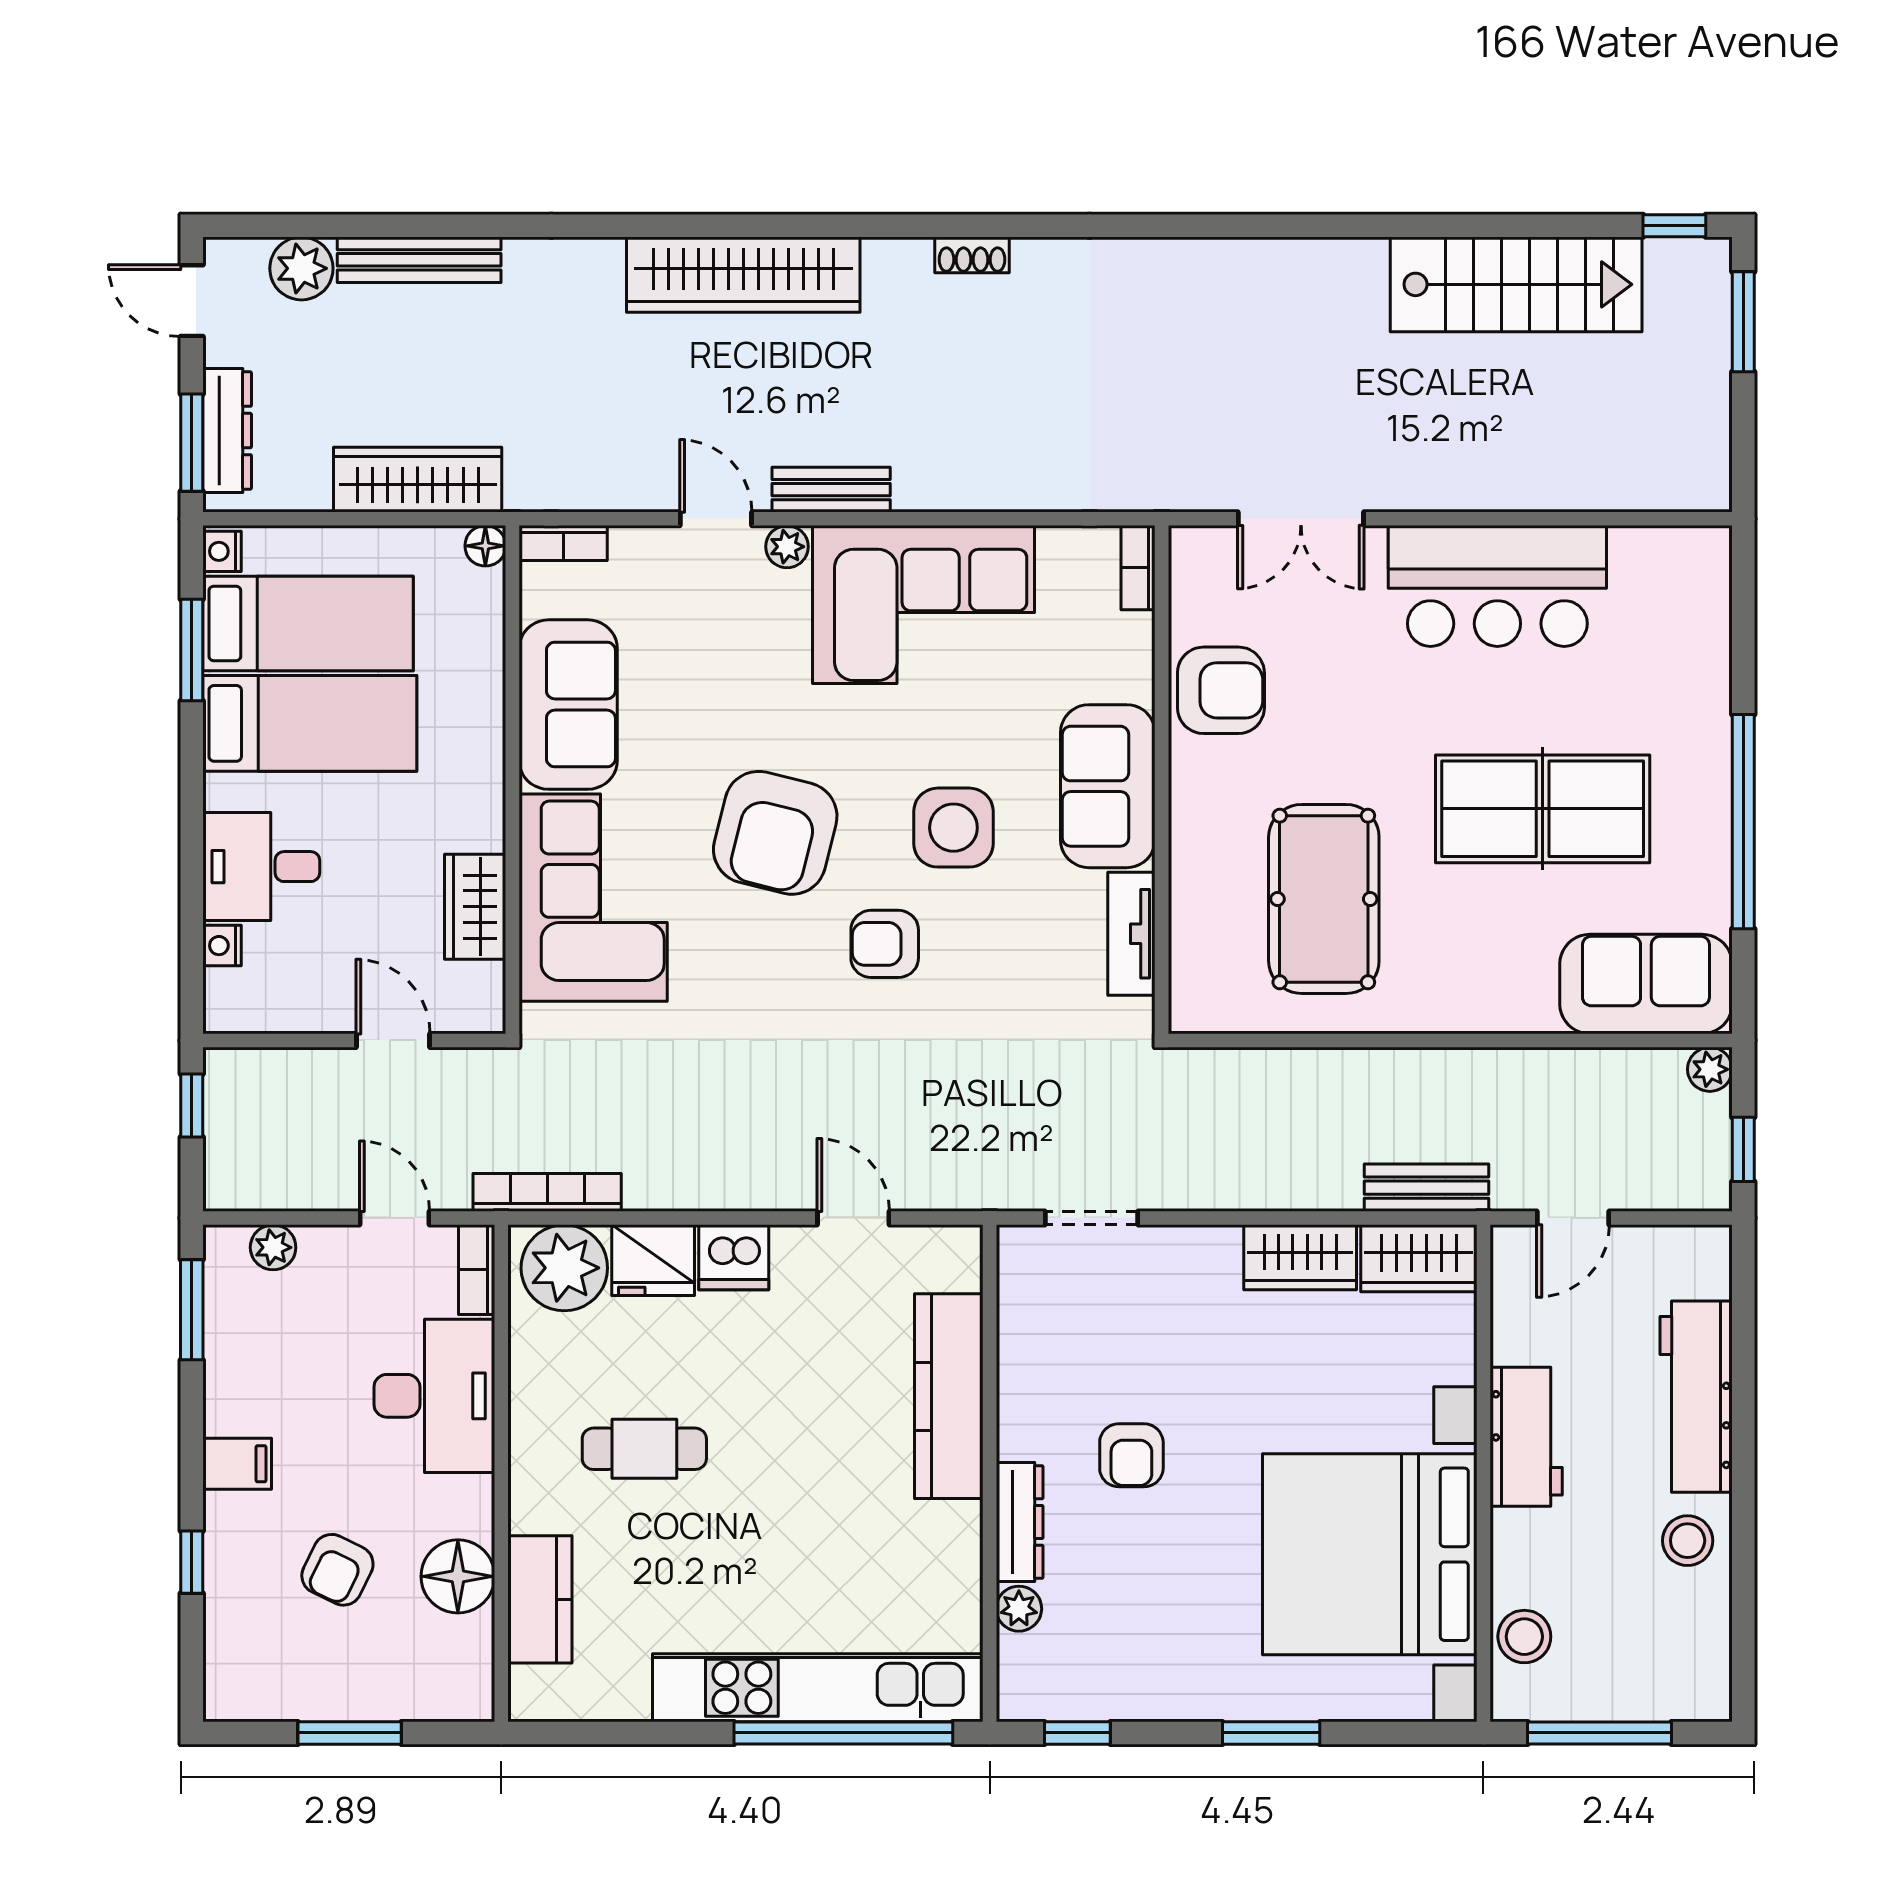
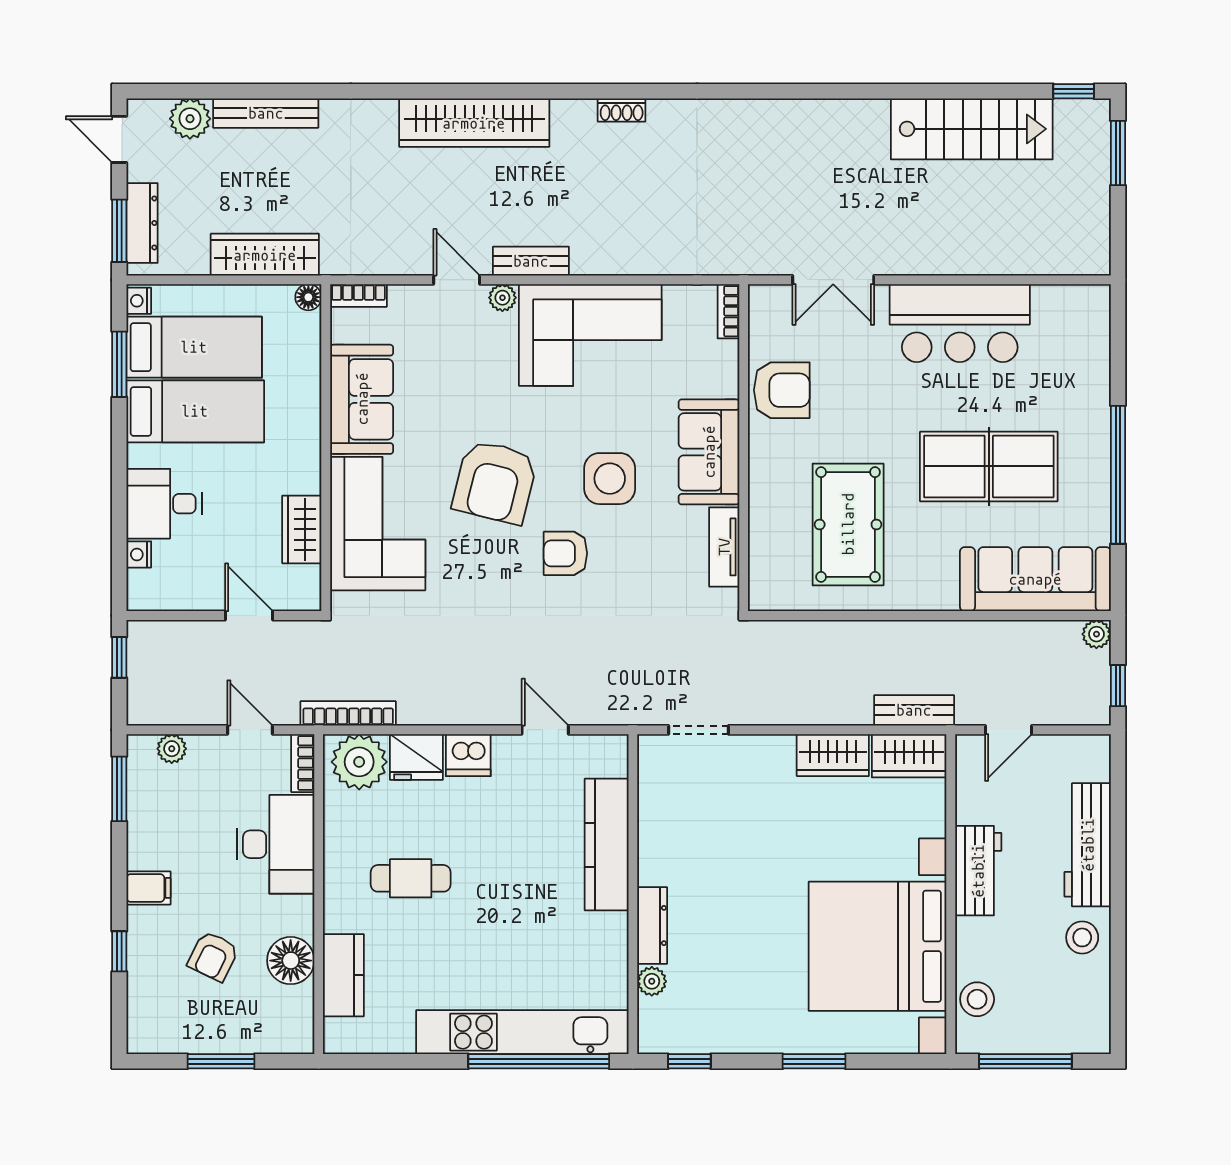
sofa: (1646, 984) -> (1035, 579), width x1.36
armchair: (1131, 1455) -> (724, 883), removed

